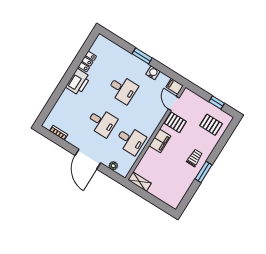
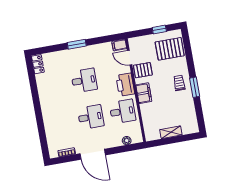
locker: (87, 61) -> (38, 64), moved
water cooler: (153, 73) -> (95, 49), removed
printer: (78, 82) -> (125, 85), moved, turned 180
pallet: (211, 125) -> (170, 49), width x1.50, depth x1.42
door: (88, 159) -> (93, 154), moved
shelving: (140, 182) -> (171, 132), moved

